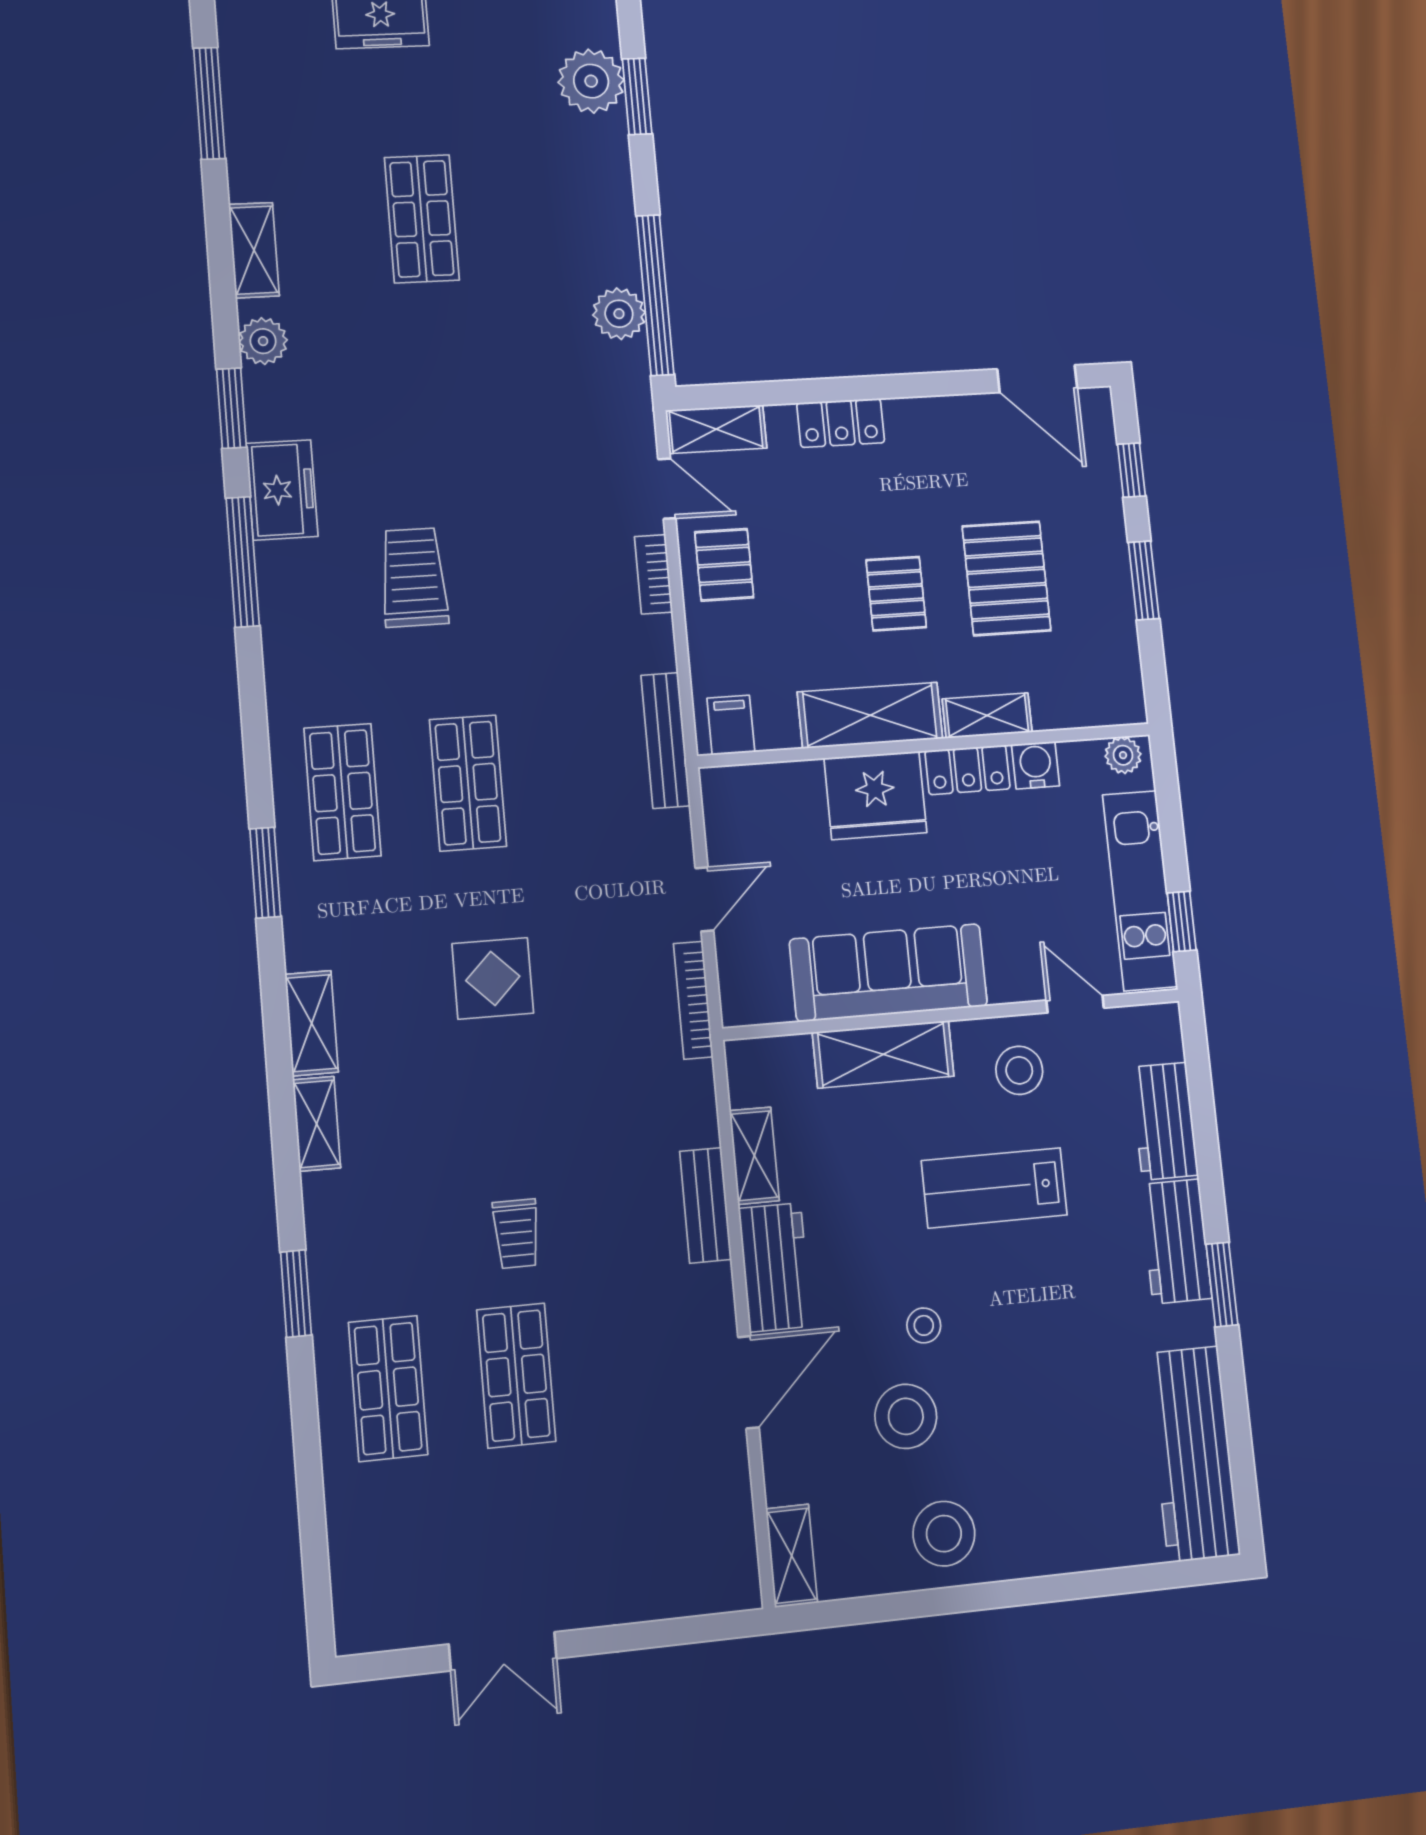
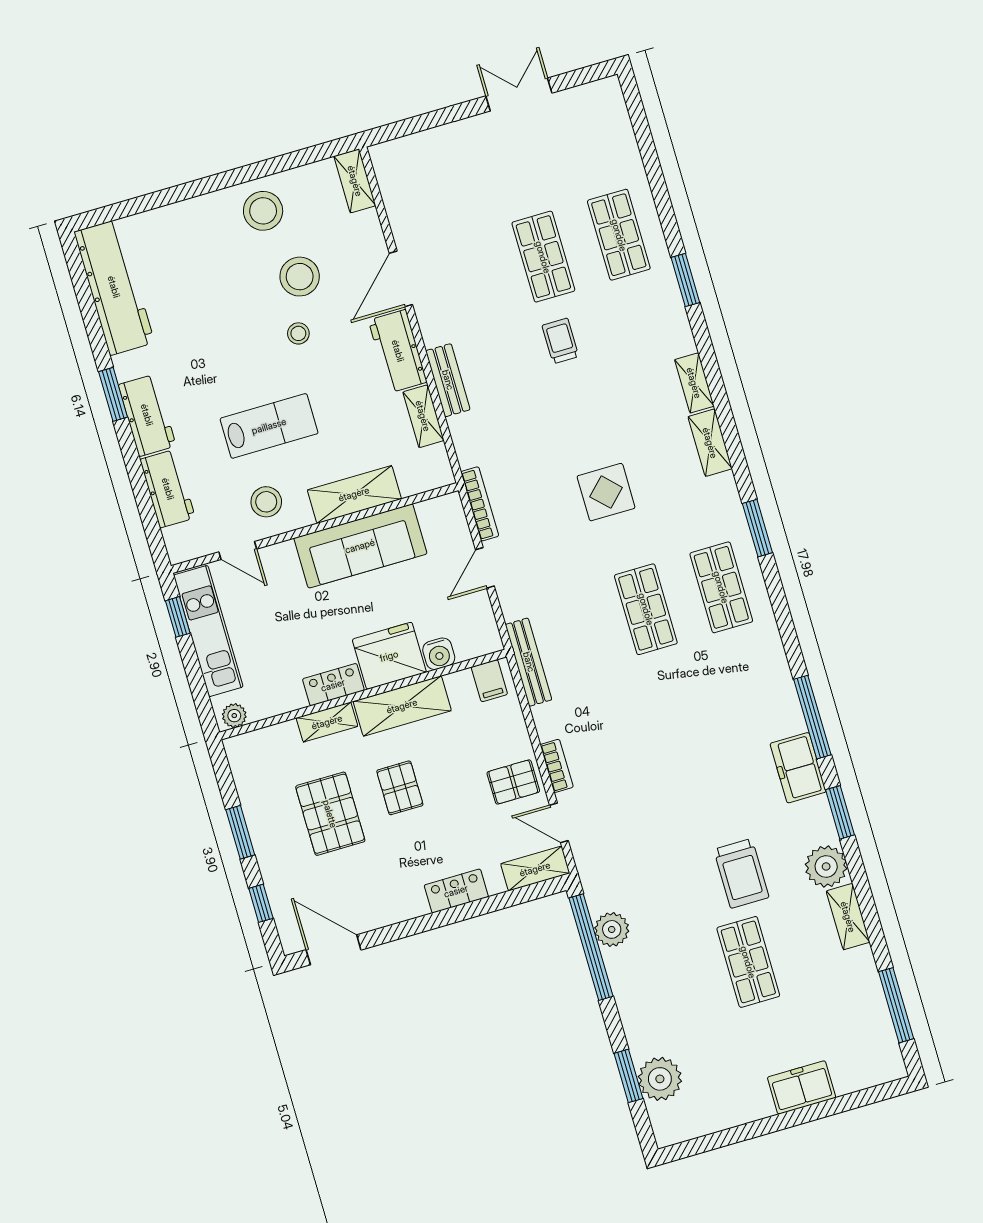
plant: (263, 341) -> (826, 866), width x1.36, depth x1.36
pallet: (724, 565) -> (513, 782), turned 90
trolley: (414, 577) -> (741, 873), moved
water cooler: (1036, 765) -> (439, 654), moved

